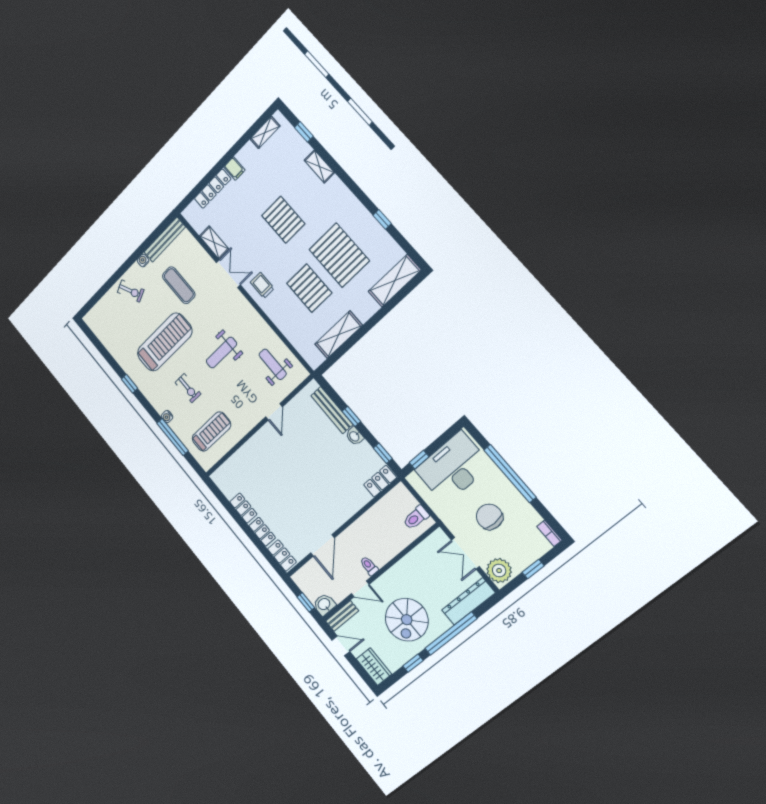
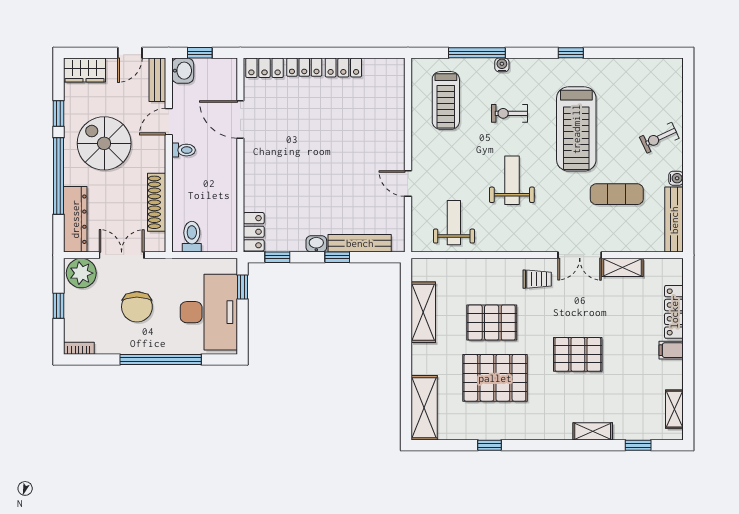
weight bench: (273, 364) -> (454, 223), turned -90
chair: (489, 517) -> (137, 307), turned 90
shoe rack: (414, 557) -> (157, 202), added

